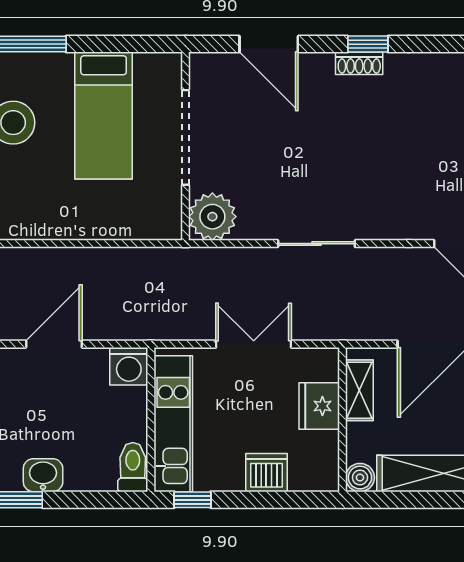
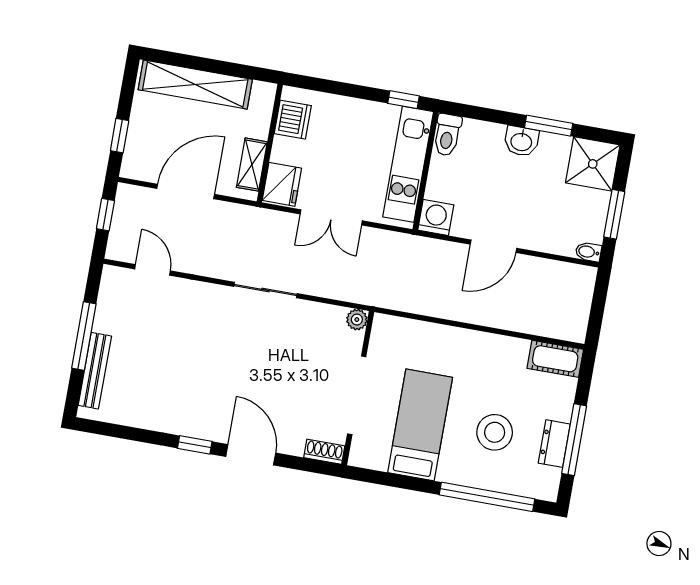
door: (269, 44) -> (251, 455), moved
shoe rack: (359, 63) -> (324, 452), moved
plant: (212, 217) -> (357, 320), width x0.53, depth x0.53
fridge: (319, 406) -> (282, 184), moved
dishwasher: (266, 473) -> (293, 120), moved, turned -90
boiler: (360, 478) -> (264, 93), removed

